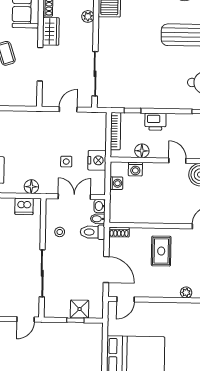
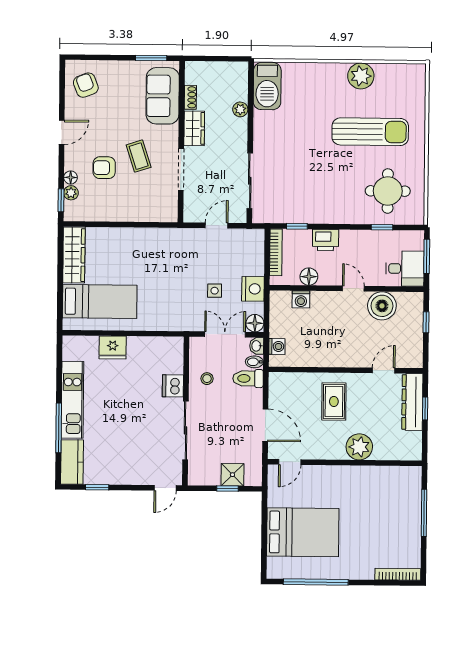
washing machine: (116, 183) -> (277, 346), moved
floor lamp: (31, 187) -> (255, 323), moved
dishwasher: (24, 206) -> (173, 386), moved, turned 90
shoe rack: (119, 232) -> (281, 378), removed
plant: (186, 293) -> (359, 447), width x1.87, depth x1.87

